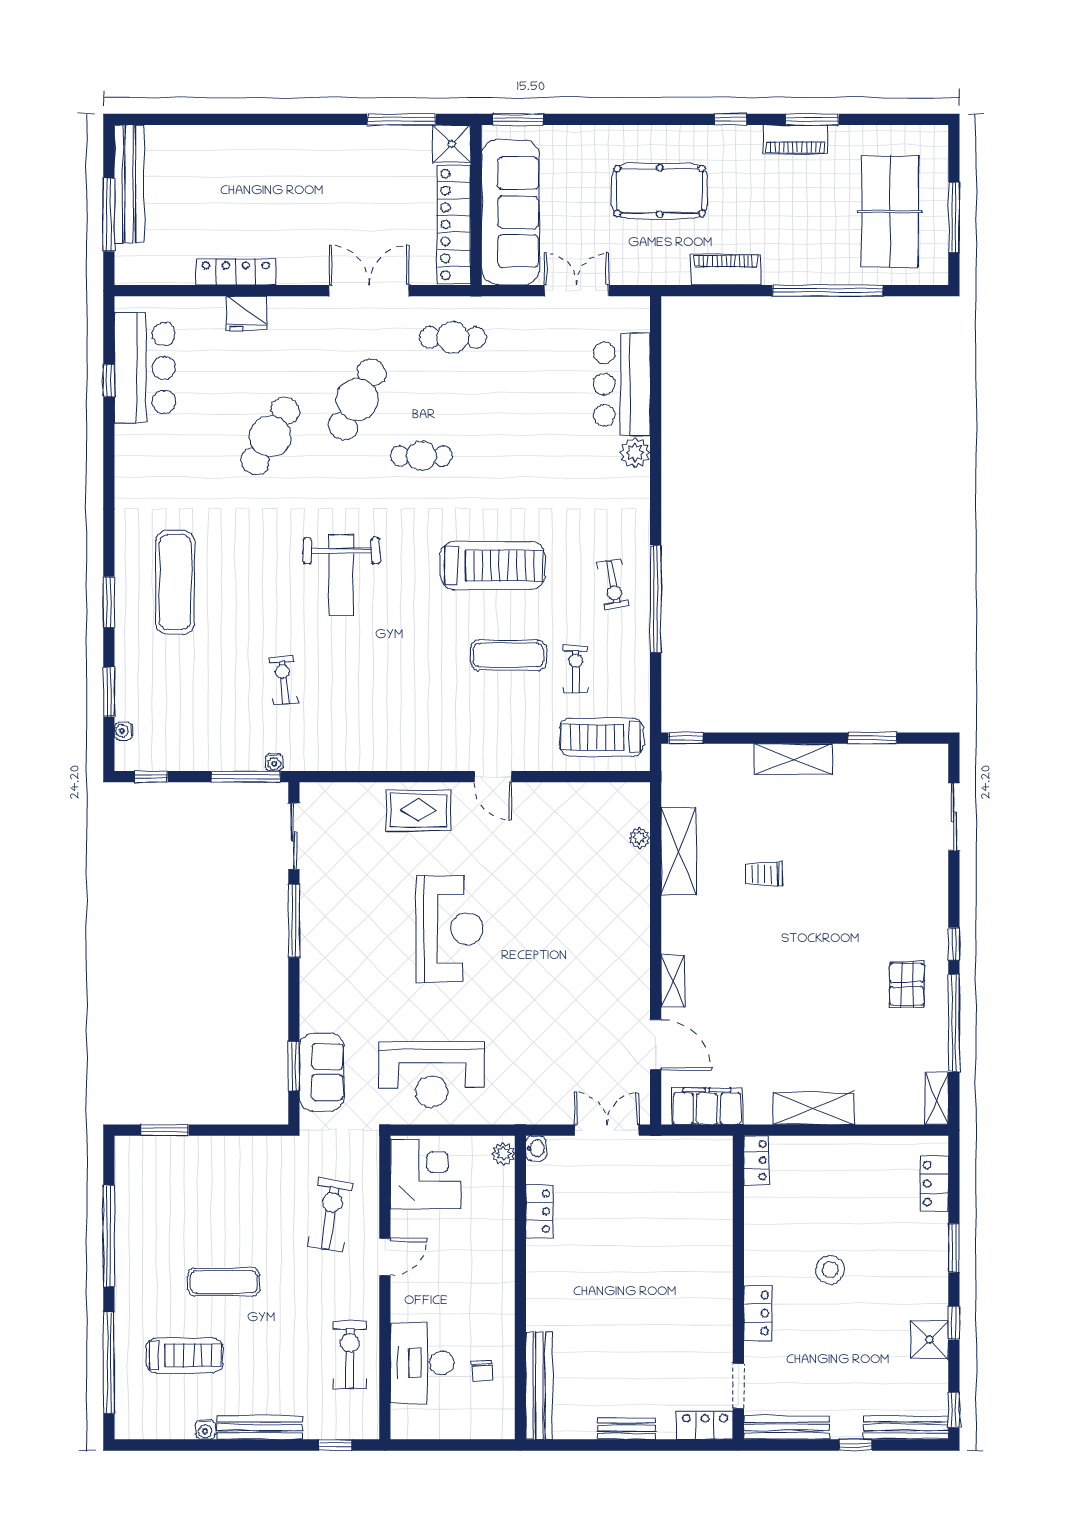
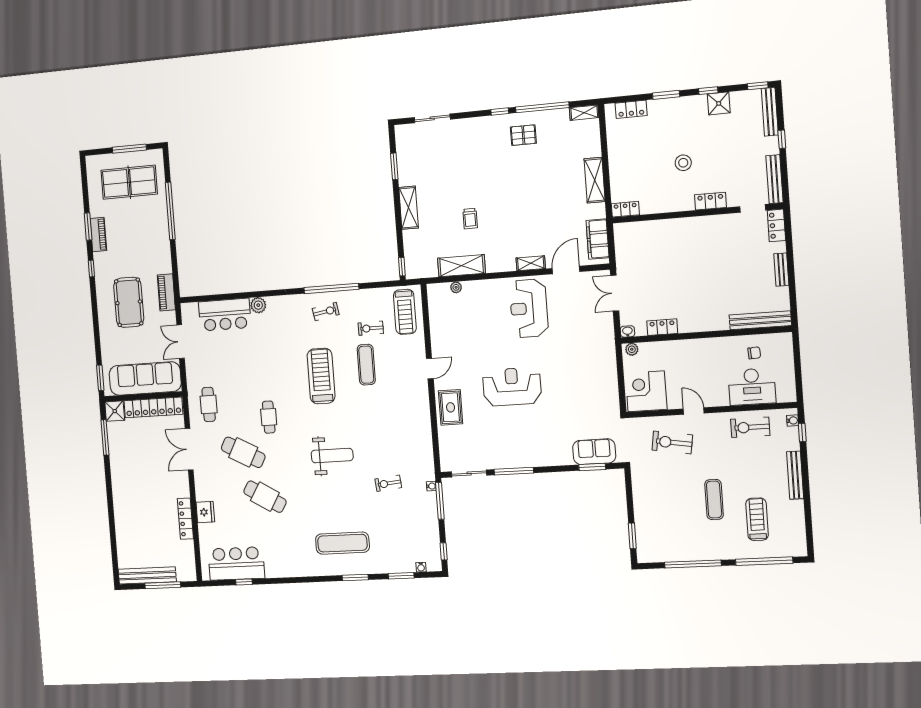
piano: (726, 270) -> (166, 292), moved
reception desk: (432, 1074) -> (529, 308), moved, turned 180
water cooler: (205, 1430) -> (793, 421), moved

